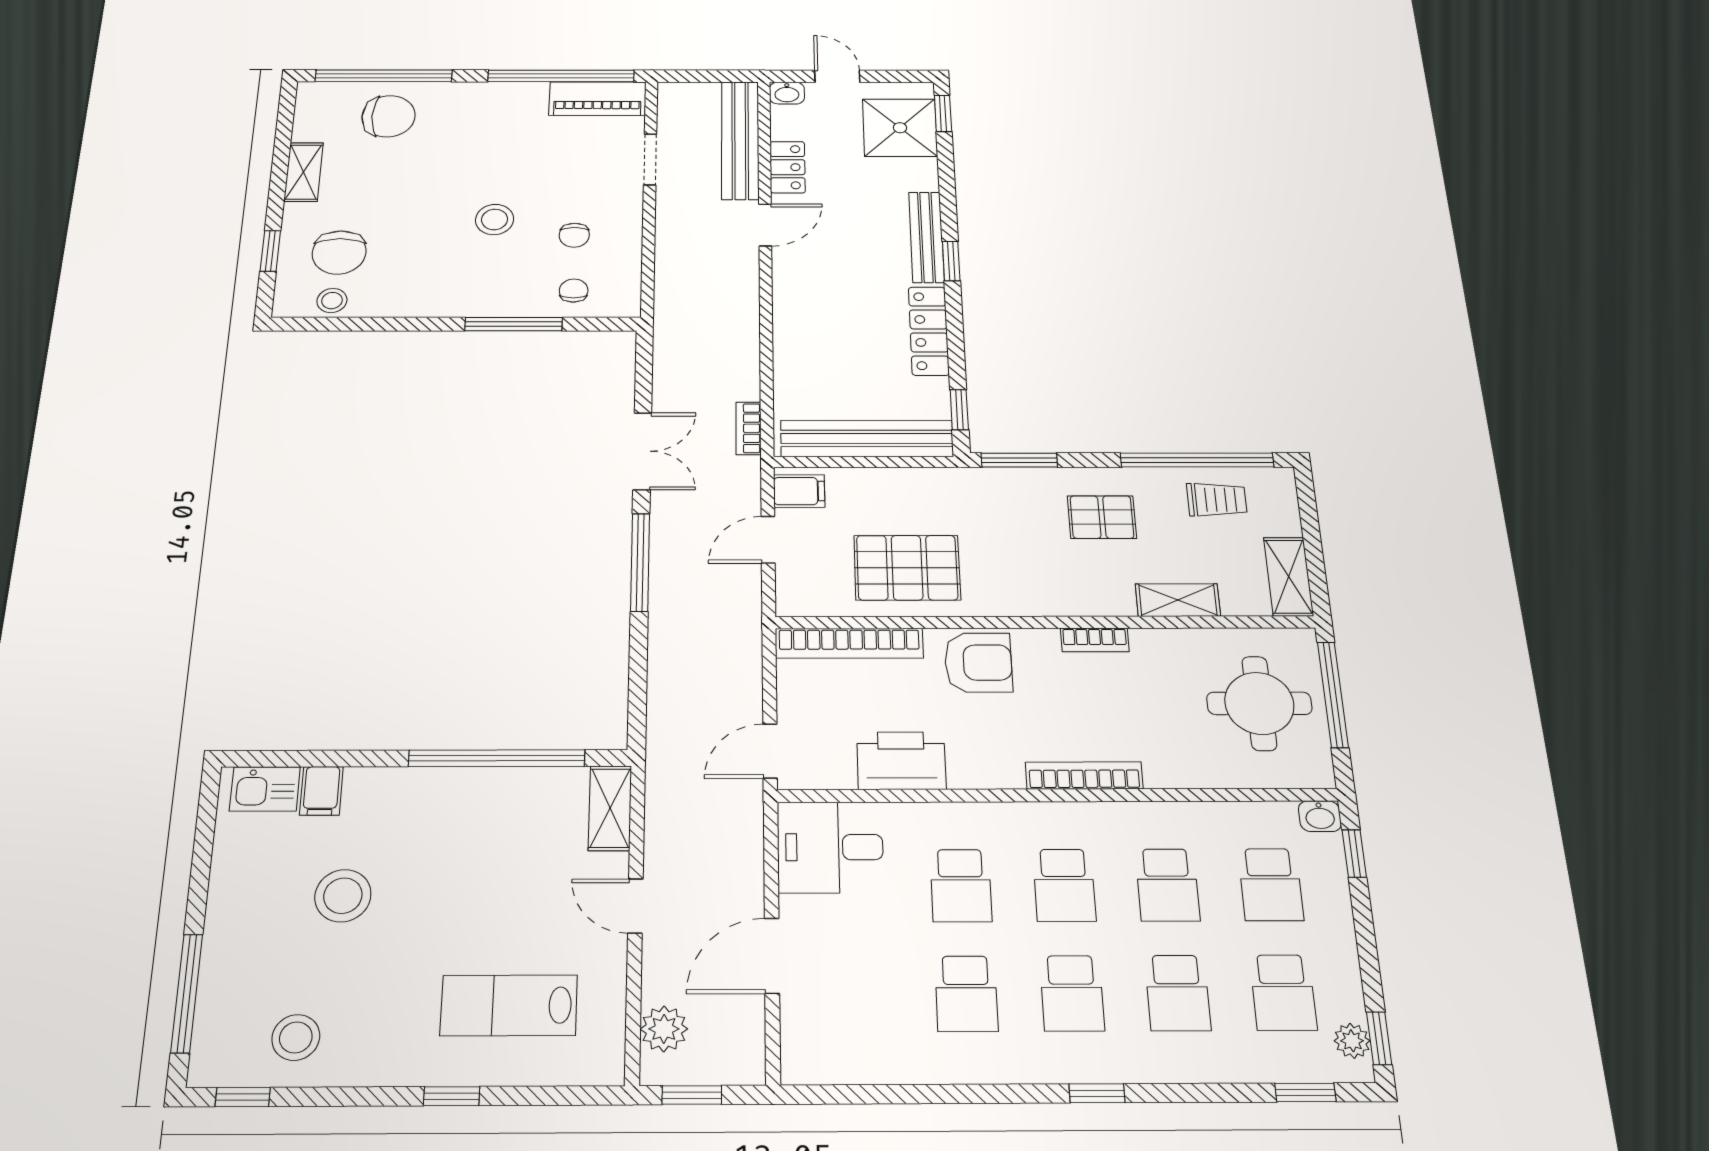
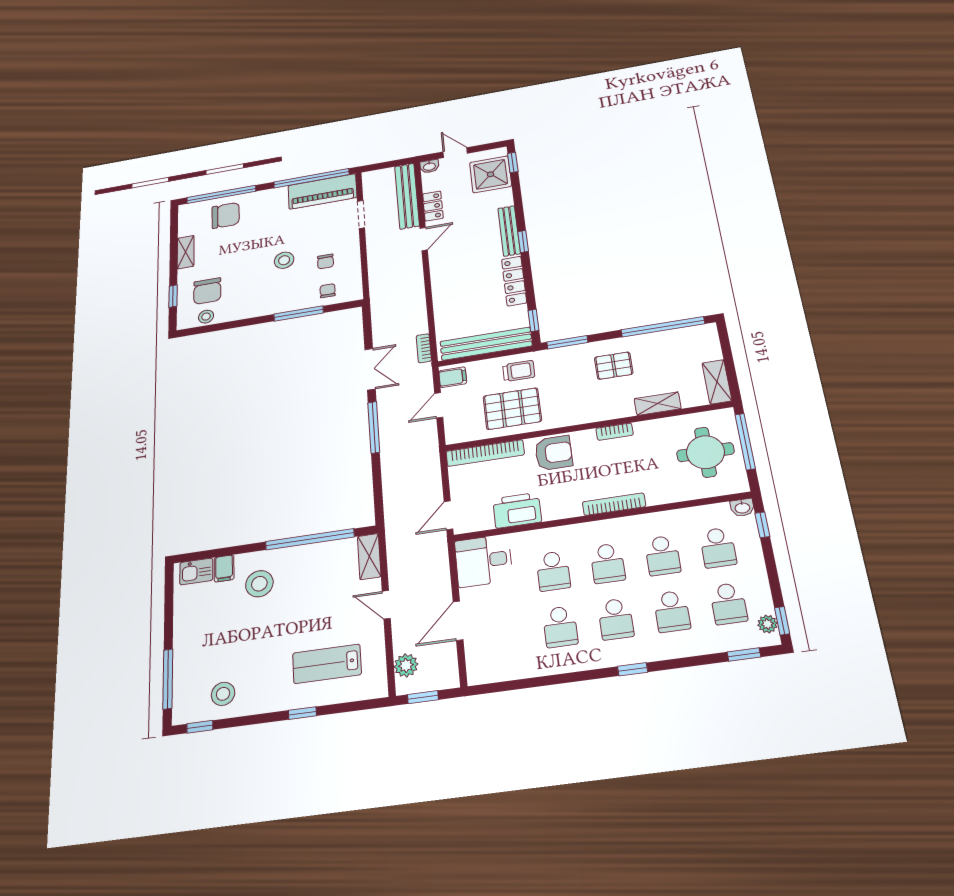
piano: (598, 99) -> (322, 192), width x1.37, depth x1.33
trolley: (1217, 500) -> (519, 371), moved
stool: (343, 896) -> (259, 584), moved

